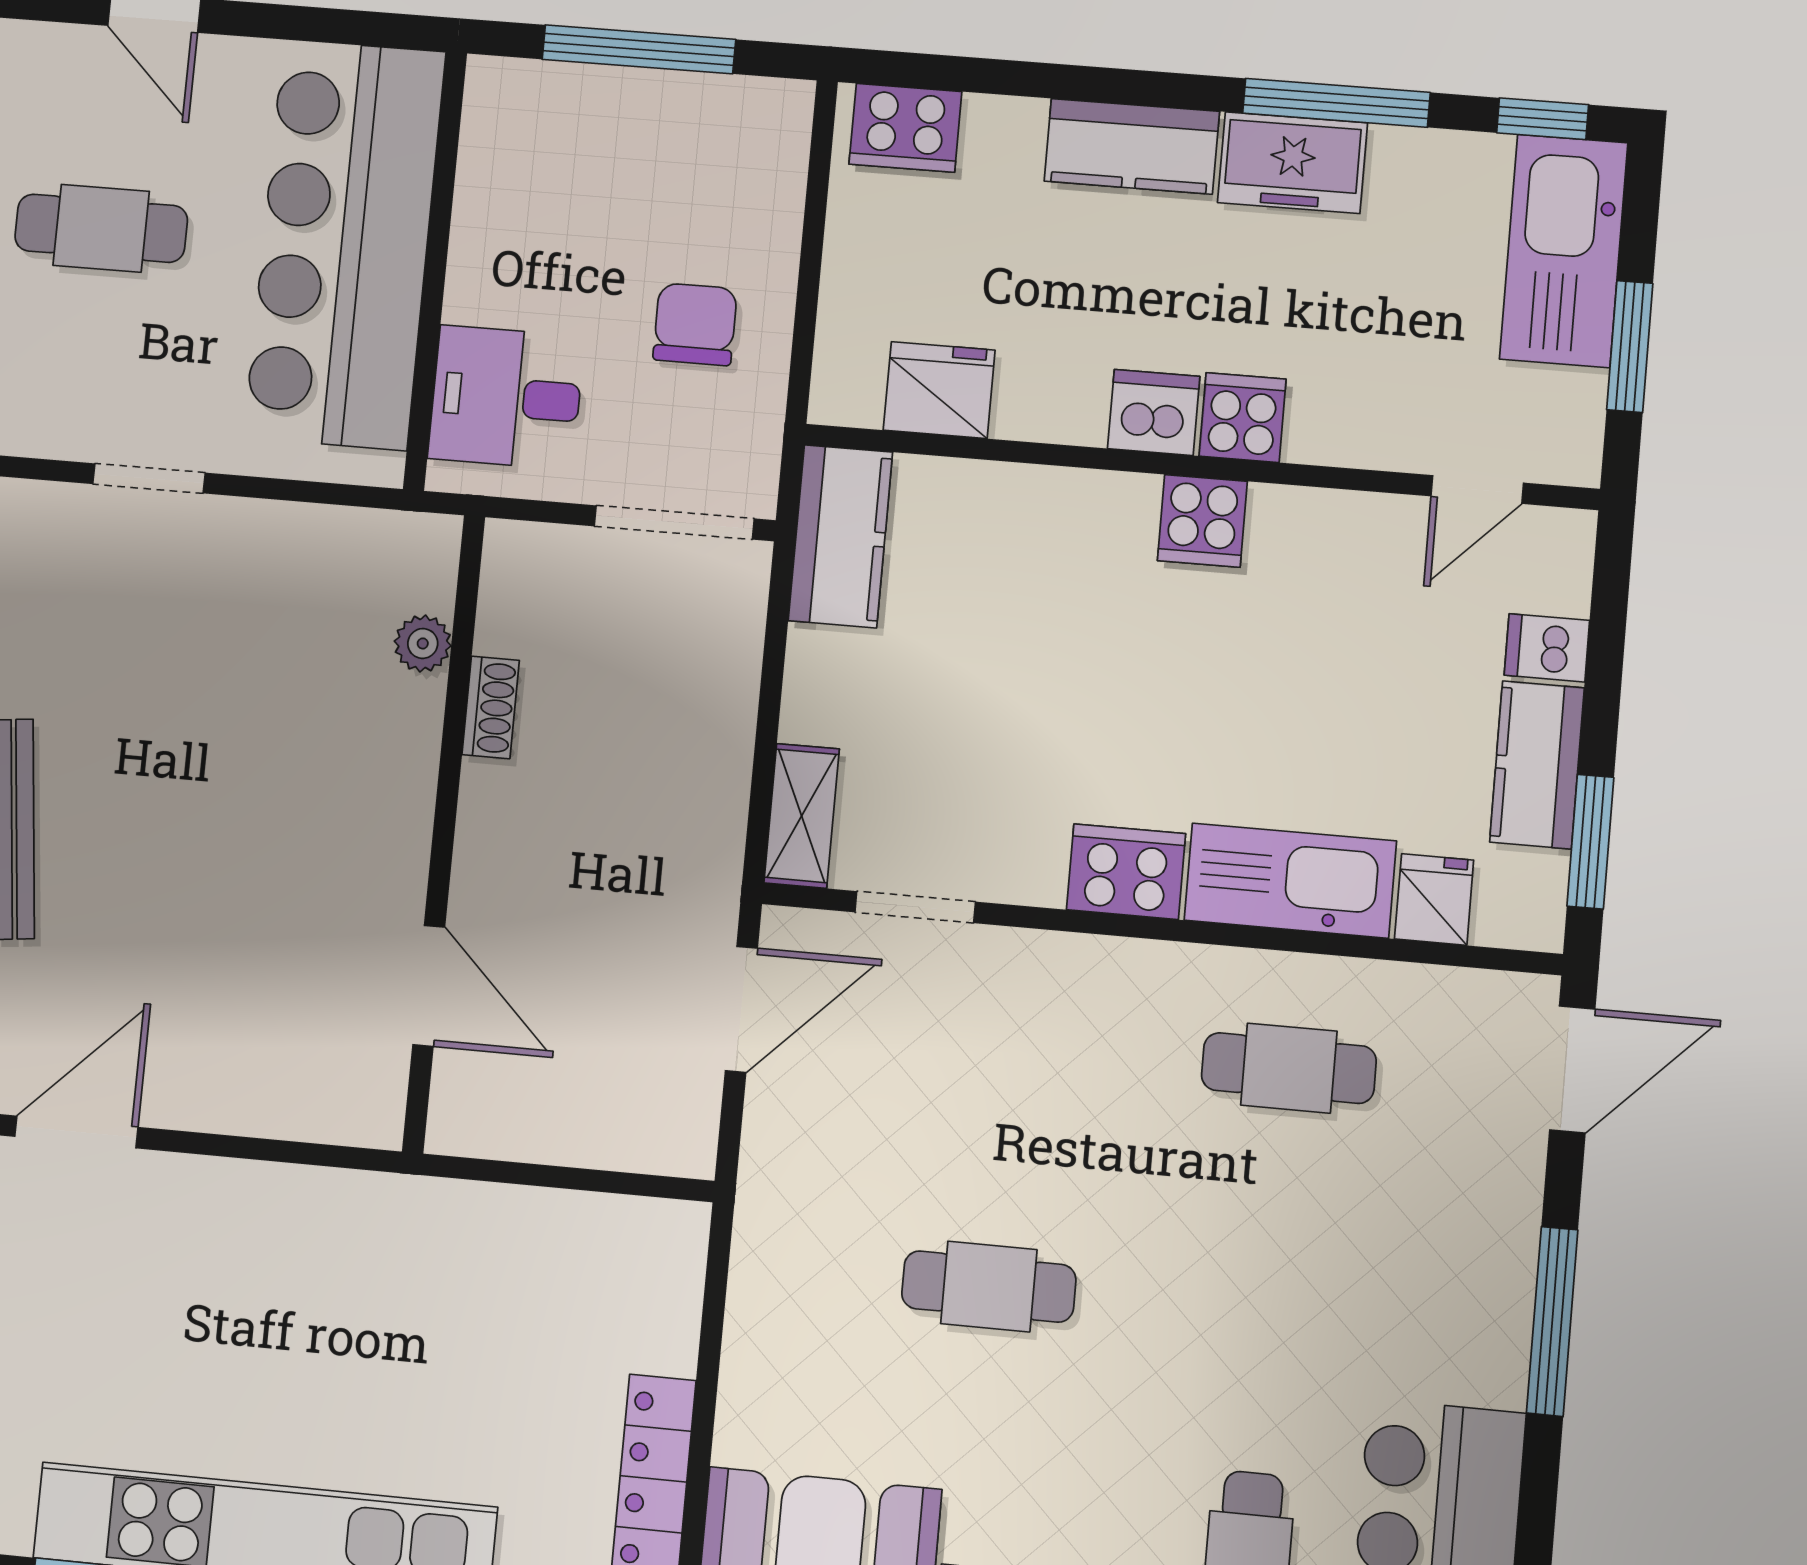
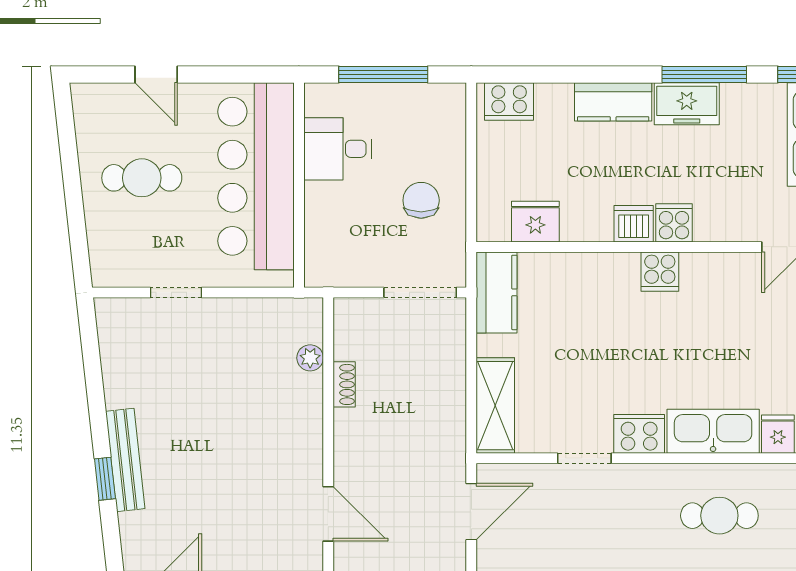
desk: (506, 397) -> (338, 149), moved
shelving: (802, 816) -> (495, 406), width x1.50, depth x1.33
doorway: (915, 907) -> (584, 458), moved

